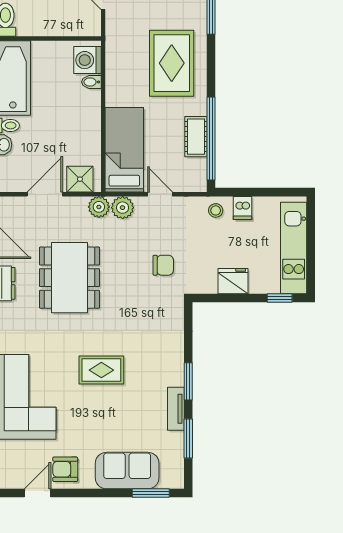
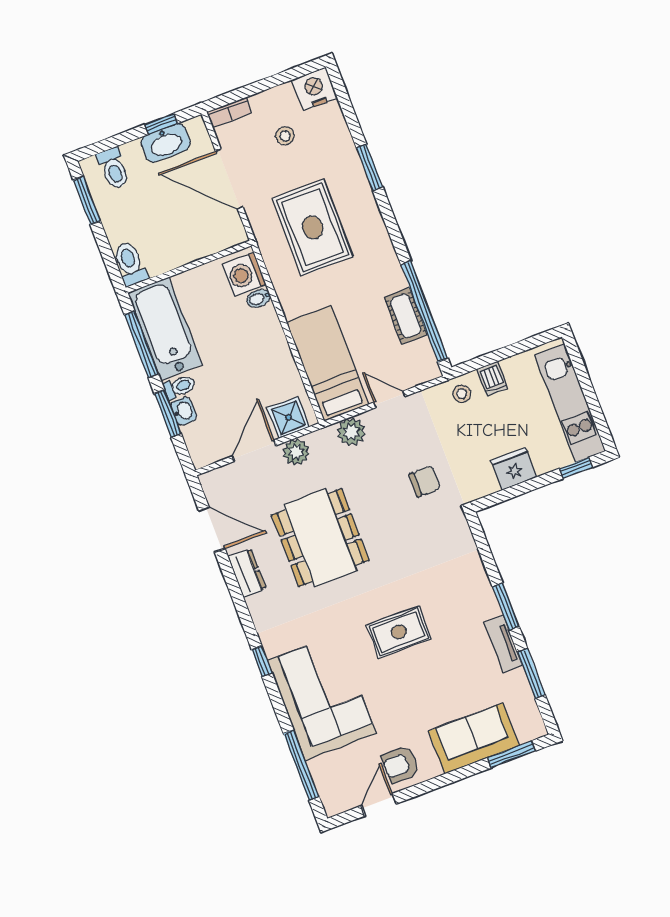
rug: (172, 63) -> (313, 227), moved
plant: (99, 207) -> (296, 452), moved

